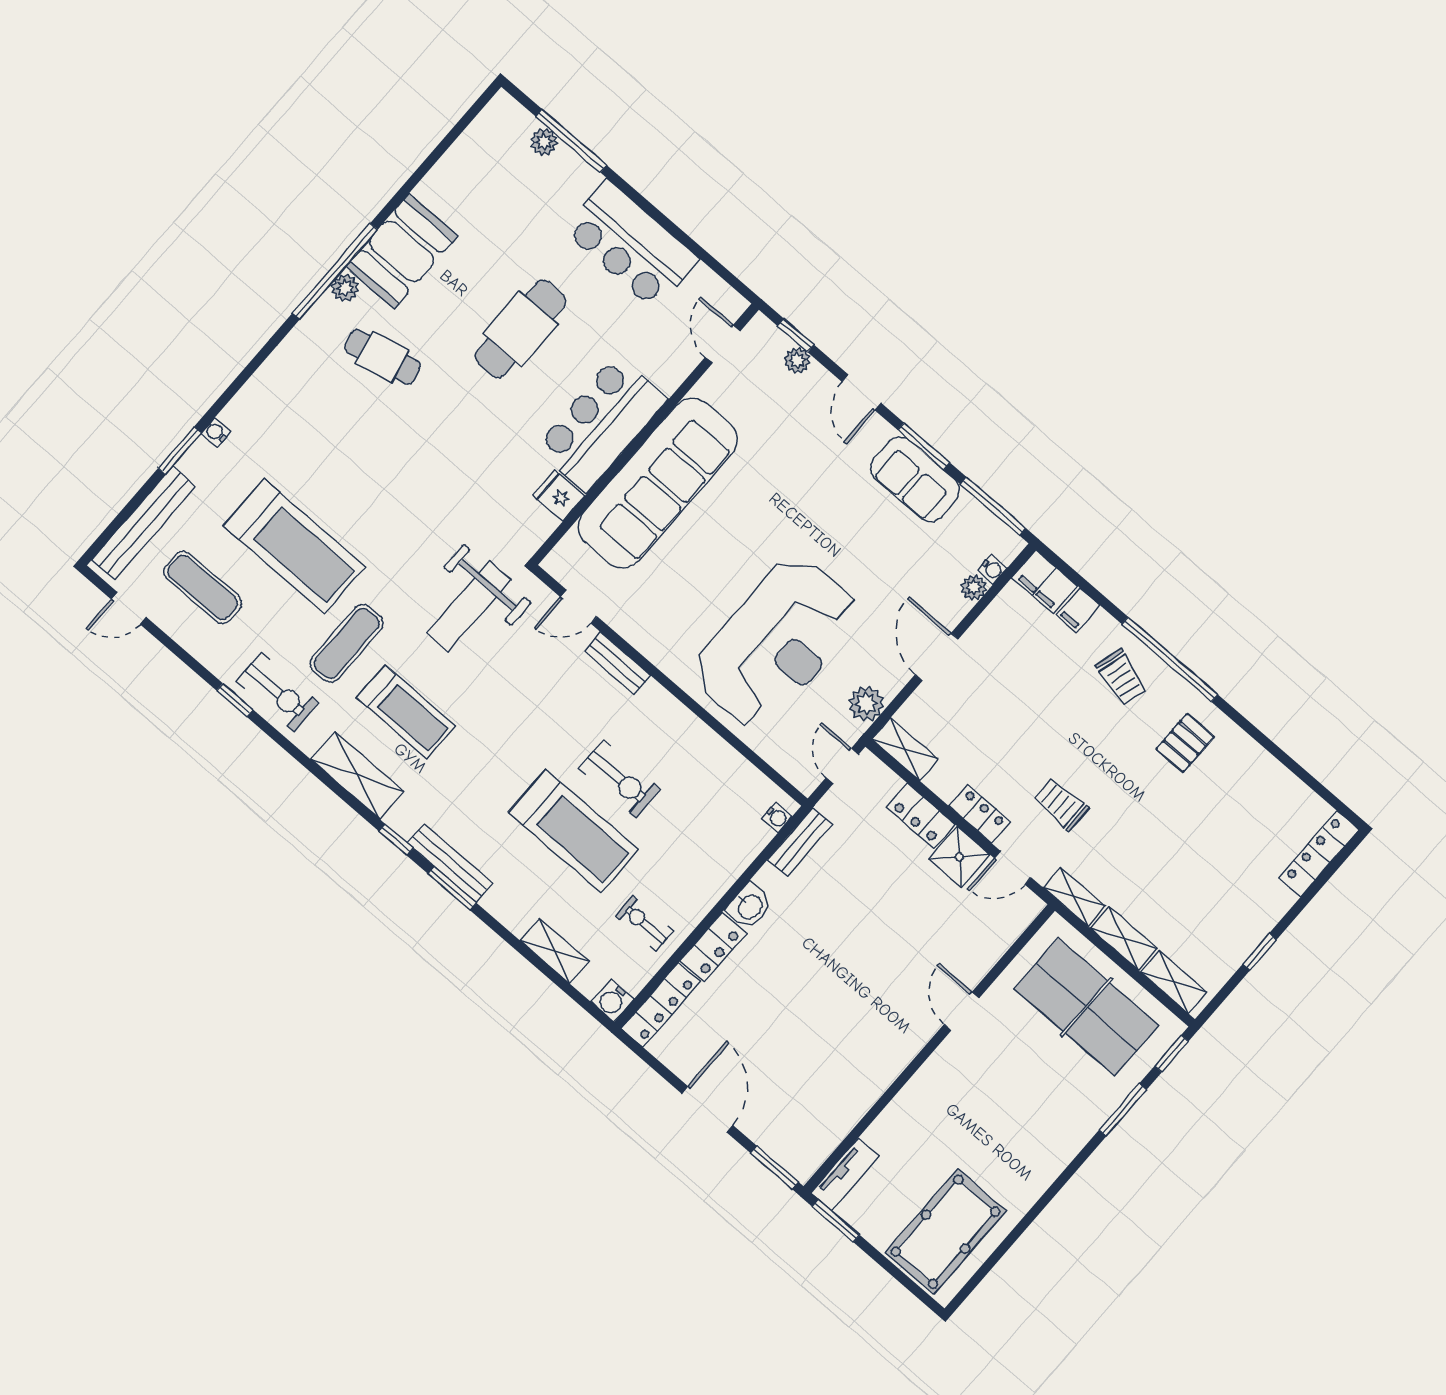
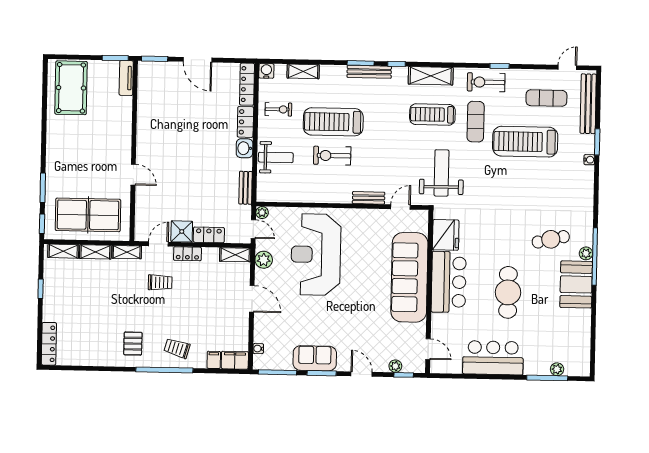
fridge: (559, 496) -> (446, 235), width x1.88, depth x1.34
plant: (974, 587) -> (262, 213), moved
water cooler: (777, 817) -> (262, 190), removed
weight bench: (712, 850) -> (276, 157), added

